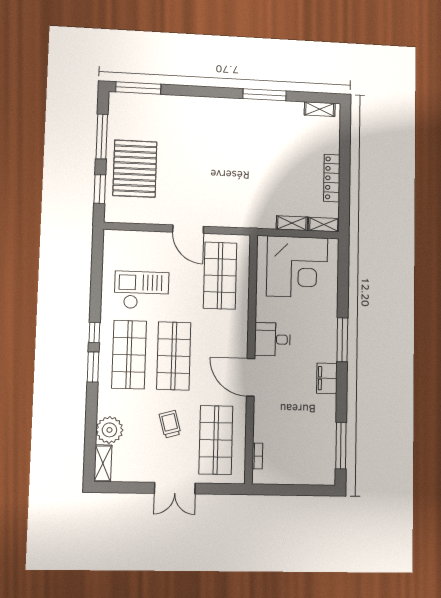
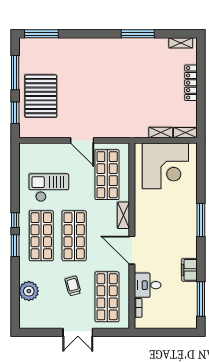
locker: (332, 178) -> (191, 83), moved
desk: (272, 339) -> (148, 285), moved
filing cabinet: (327, 378) -> (189, 270), moved
shelving: (103, 463) -> (123, 215), moved

